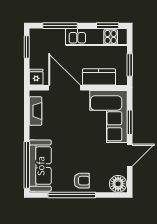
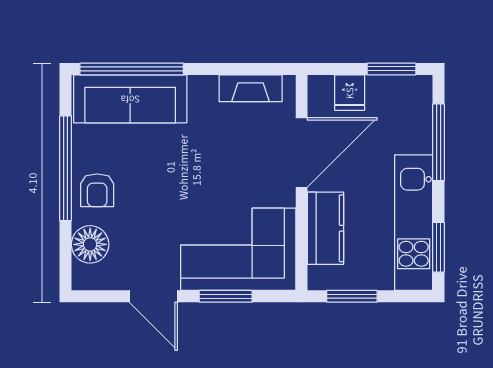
fridge: (36, 77) -> (350, 93), moved, turned 90
floor lamp: (118, 184) -> (90, 244), moved

